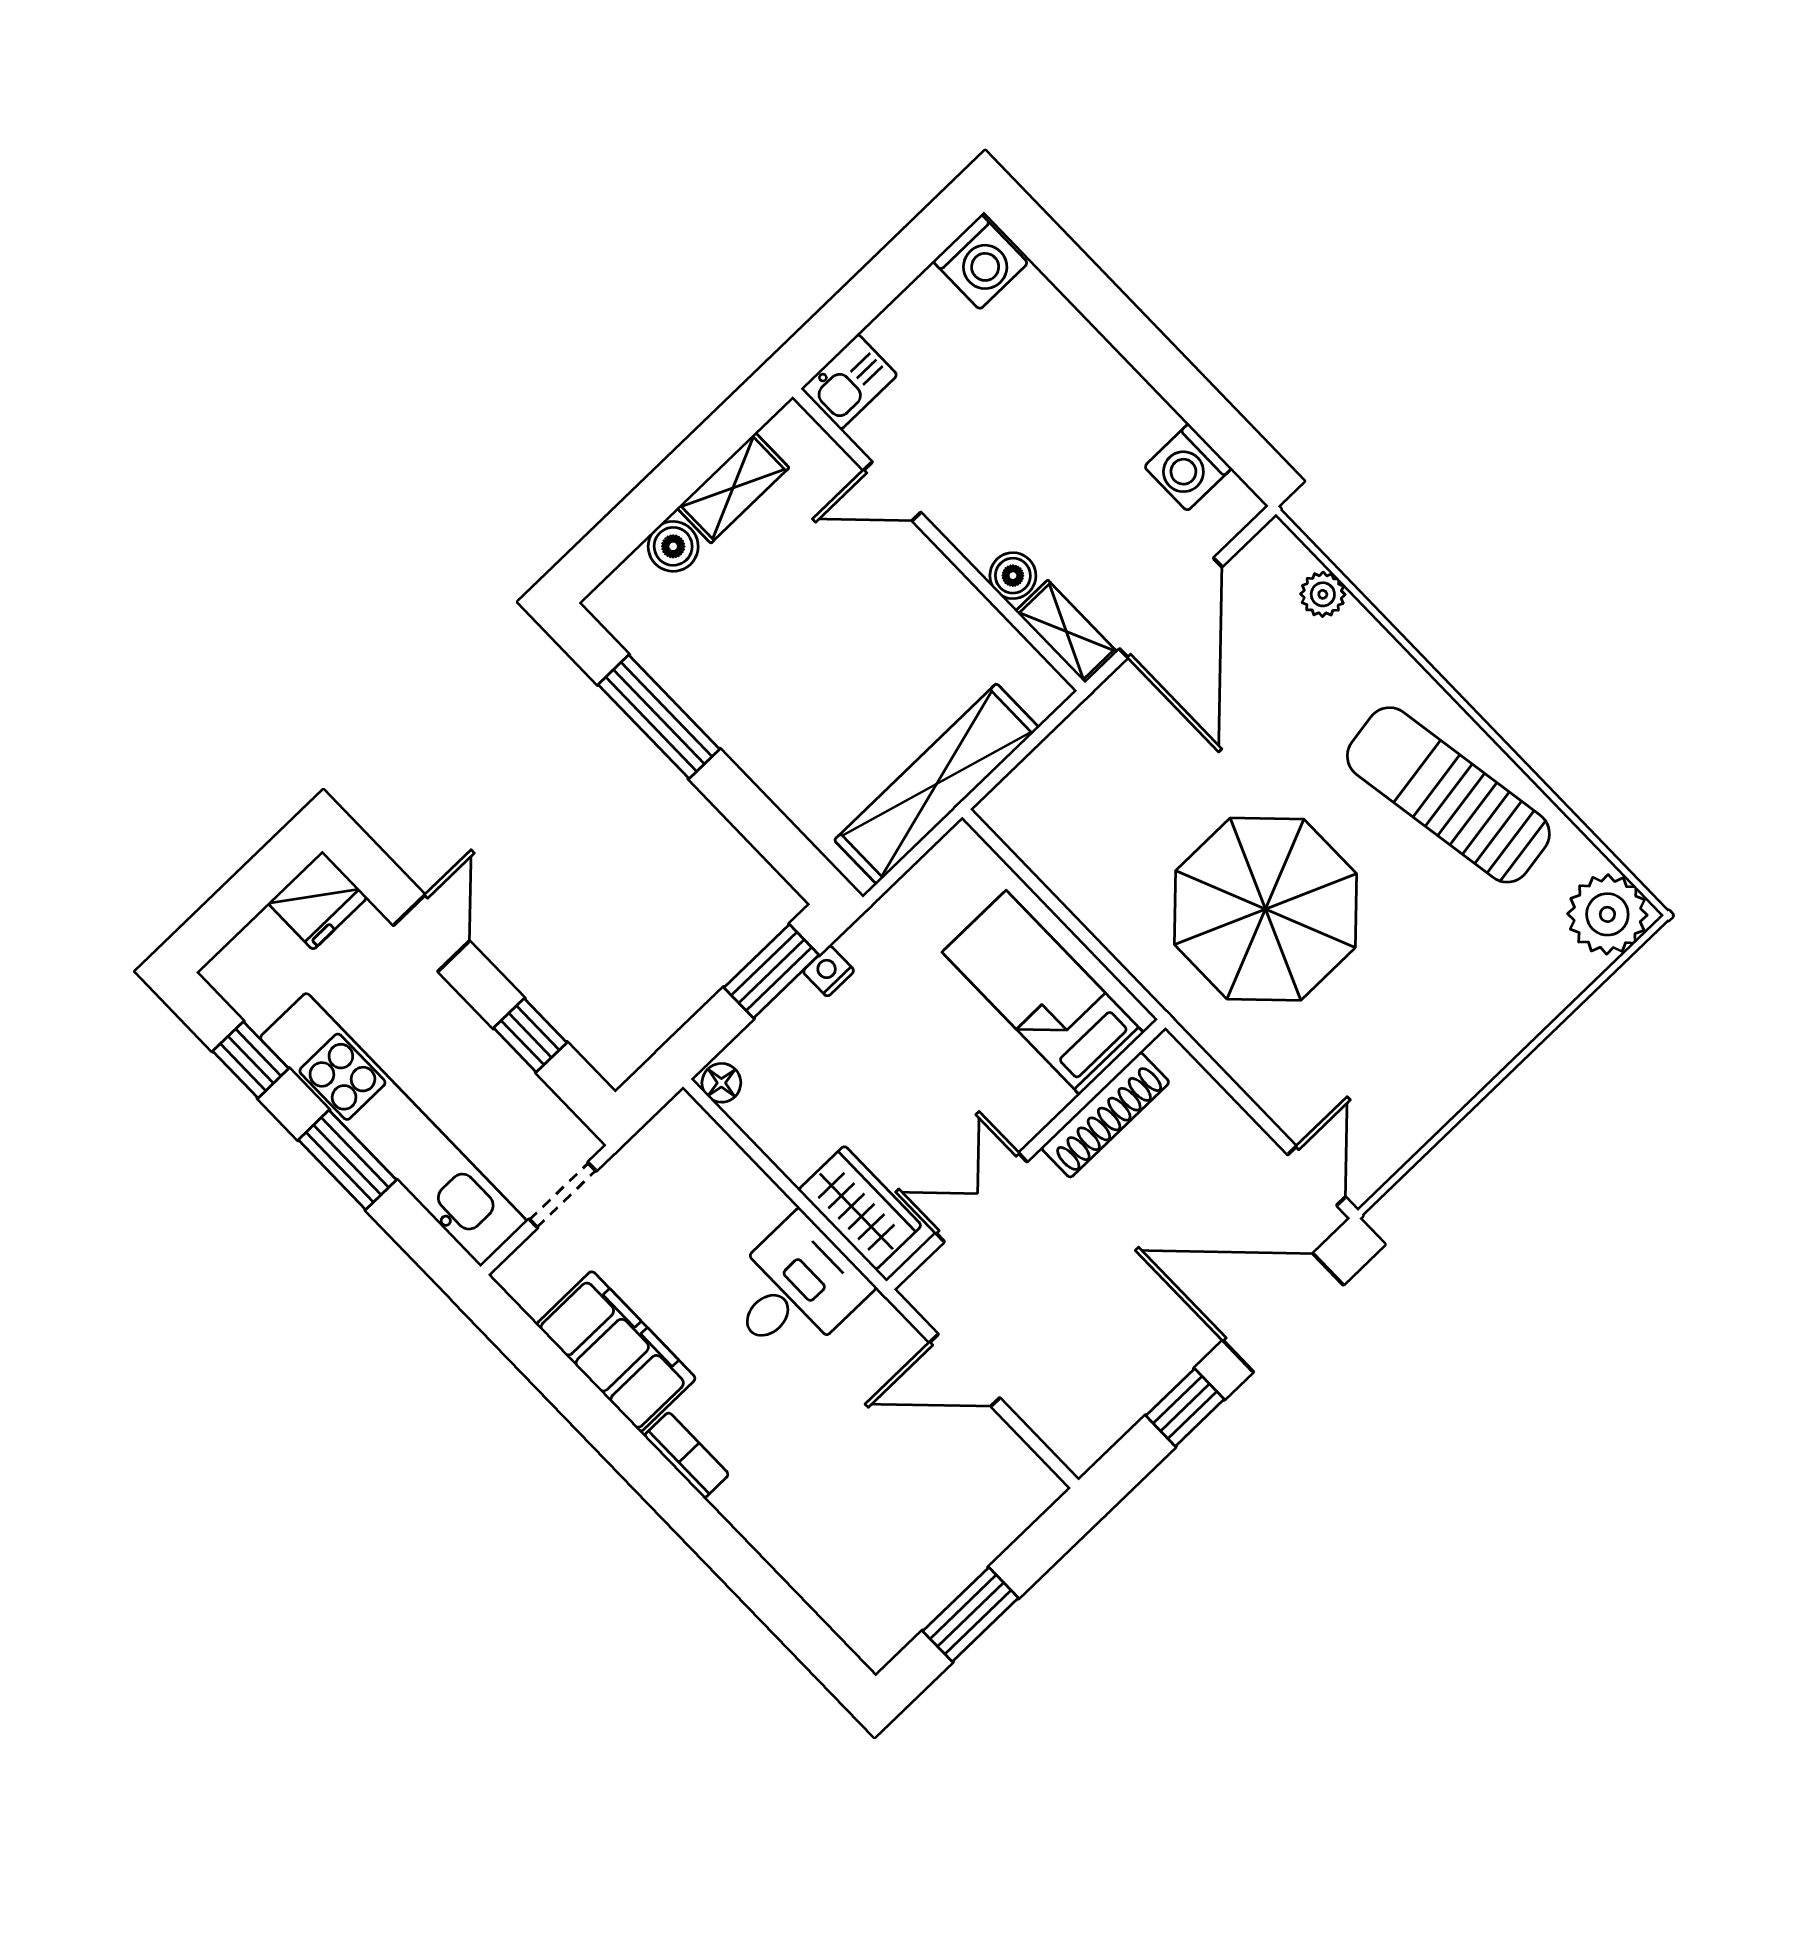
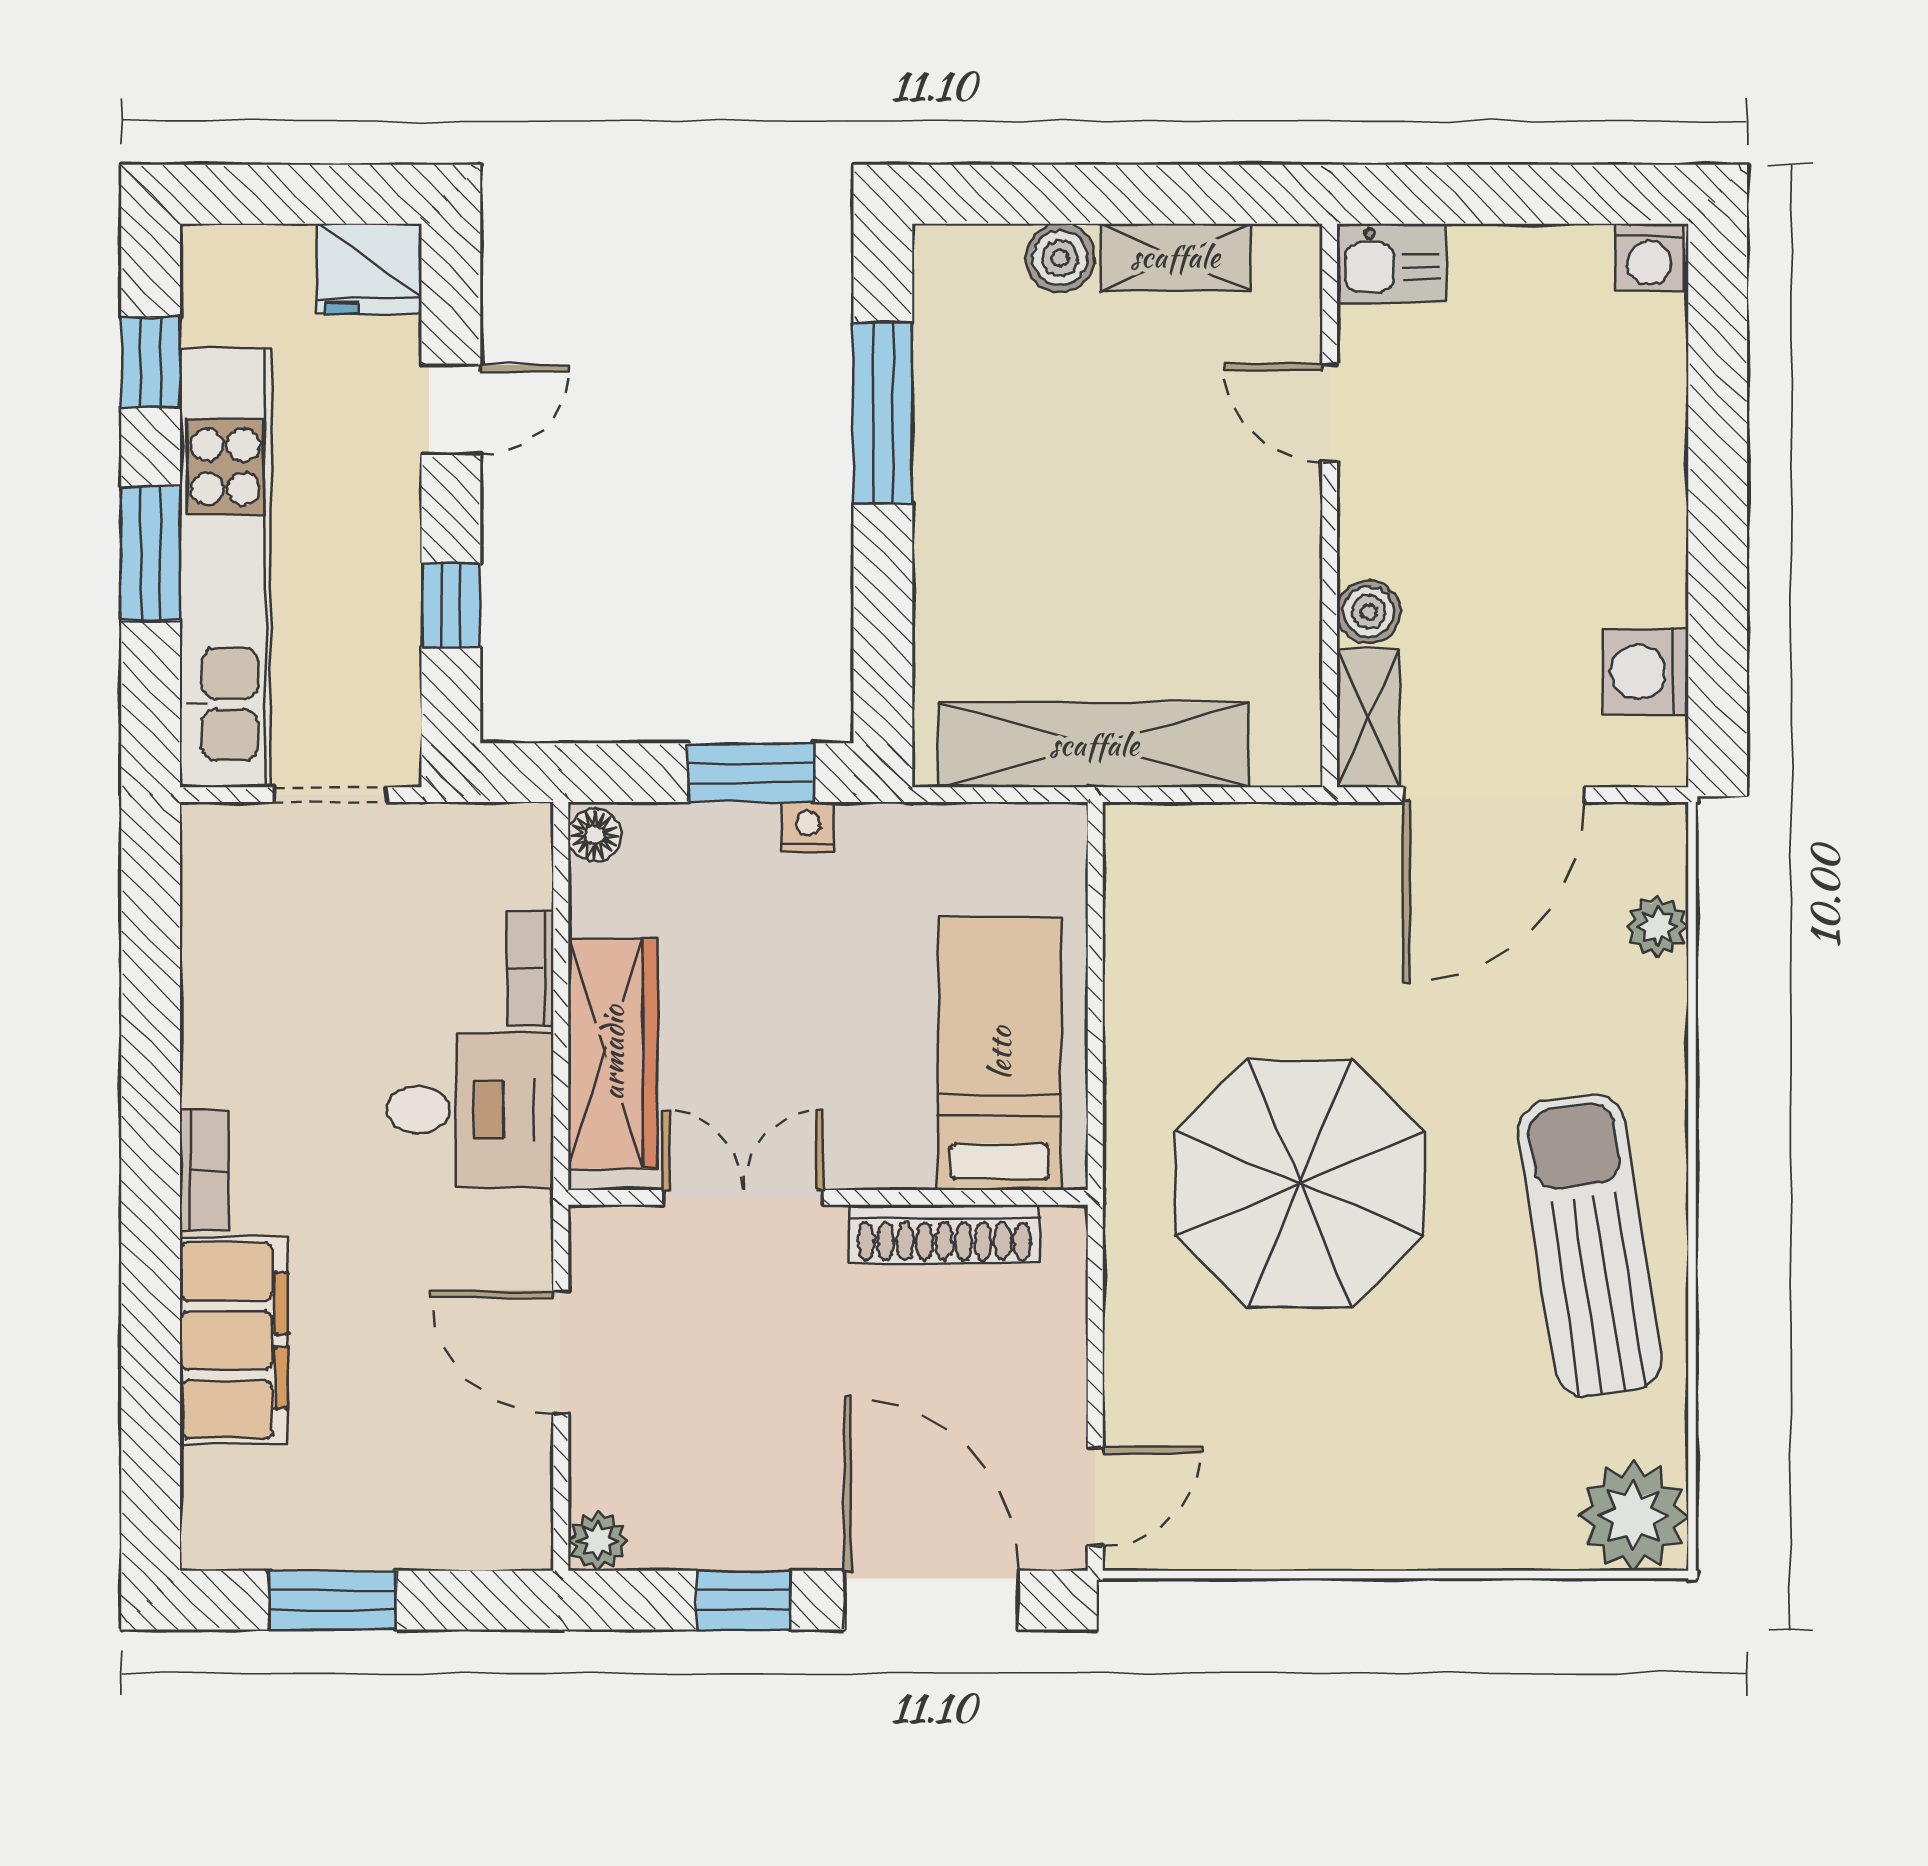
washing machine: (980, 262) -> (1649, 257), width x0.73, depth x0.73
bookcase: (755, 1185) -> (530, 969), added
wardrobe: (860, 1208) -> (613, 1053), width x1.50
filing cabinet: (616, 1351) -> (234, 1341), moved
plant: (1079, 1450) -> (598, 1541), added

